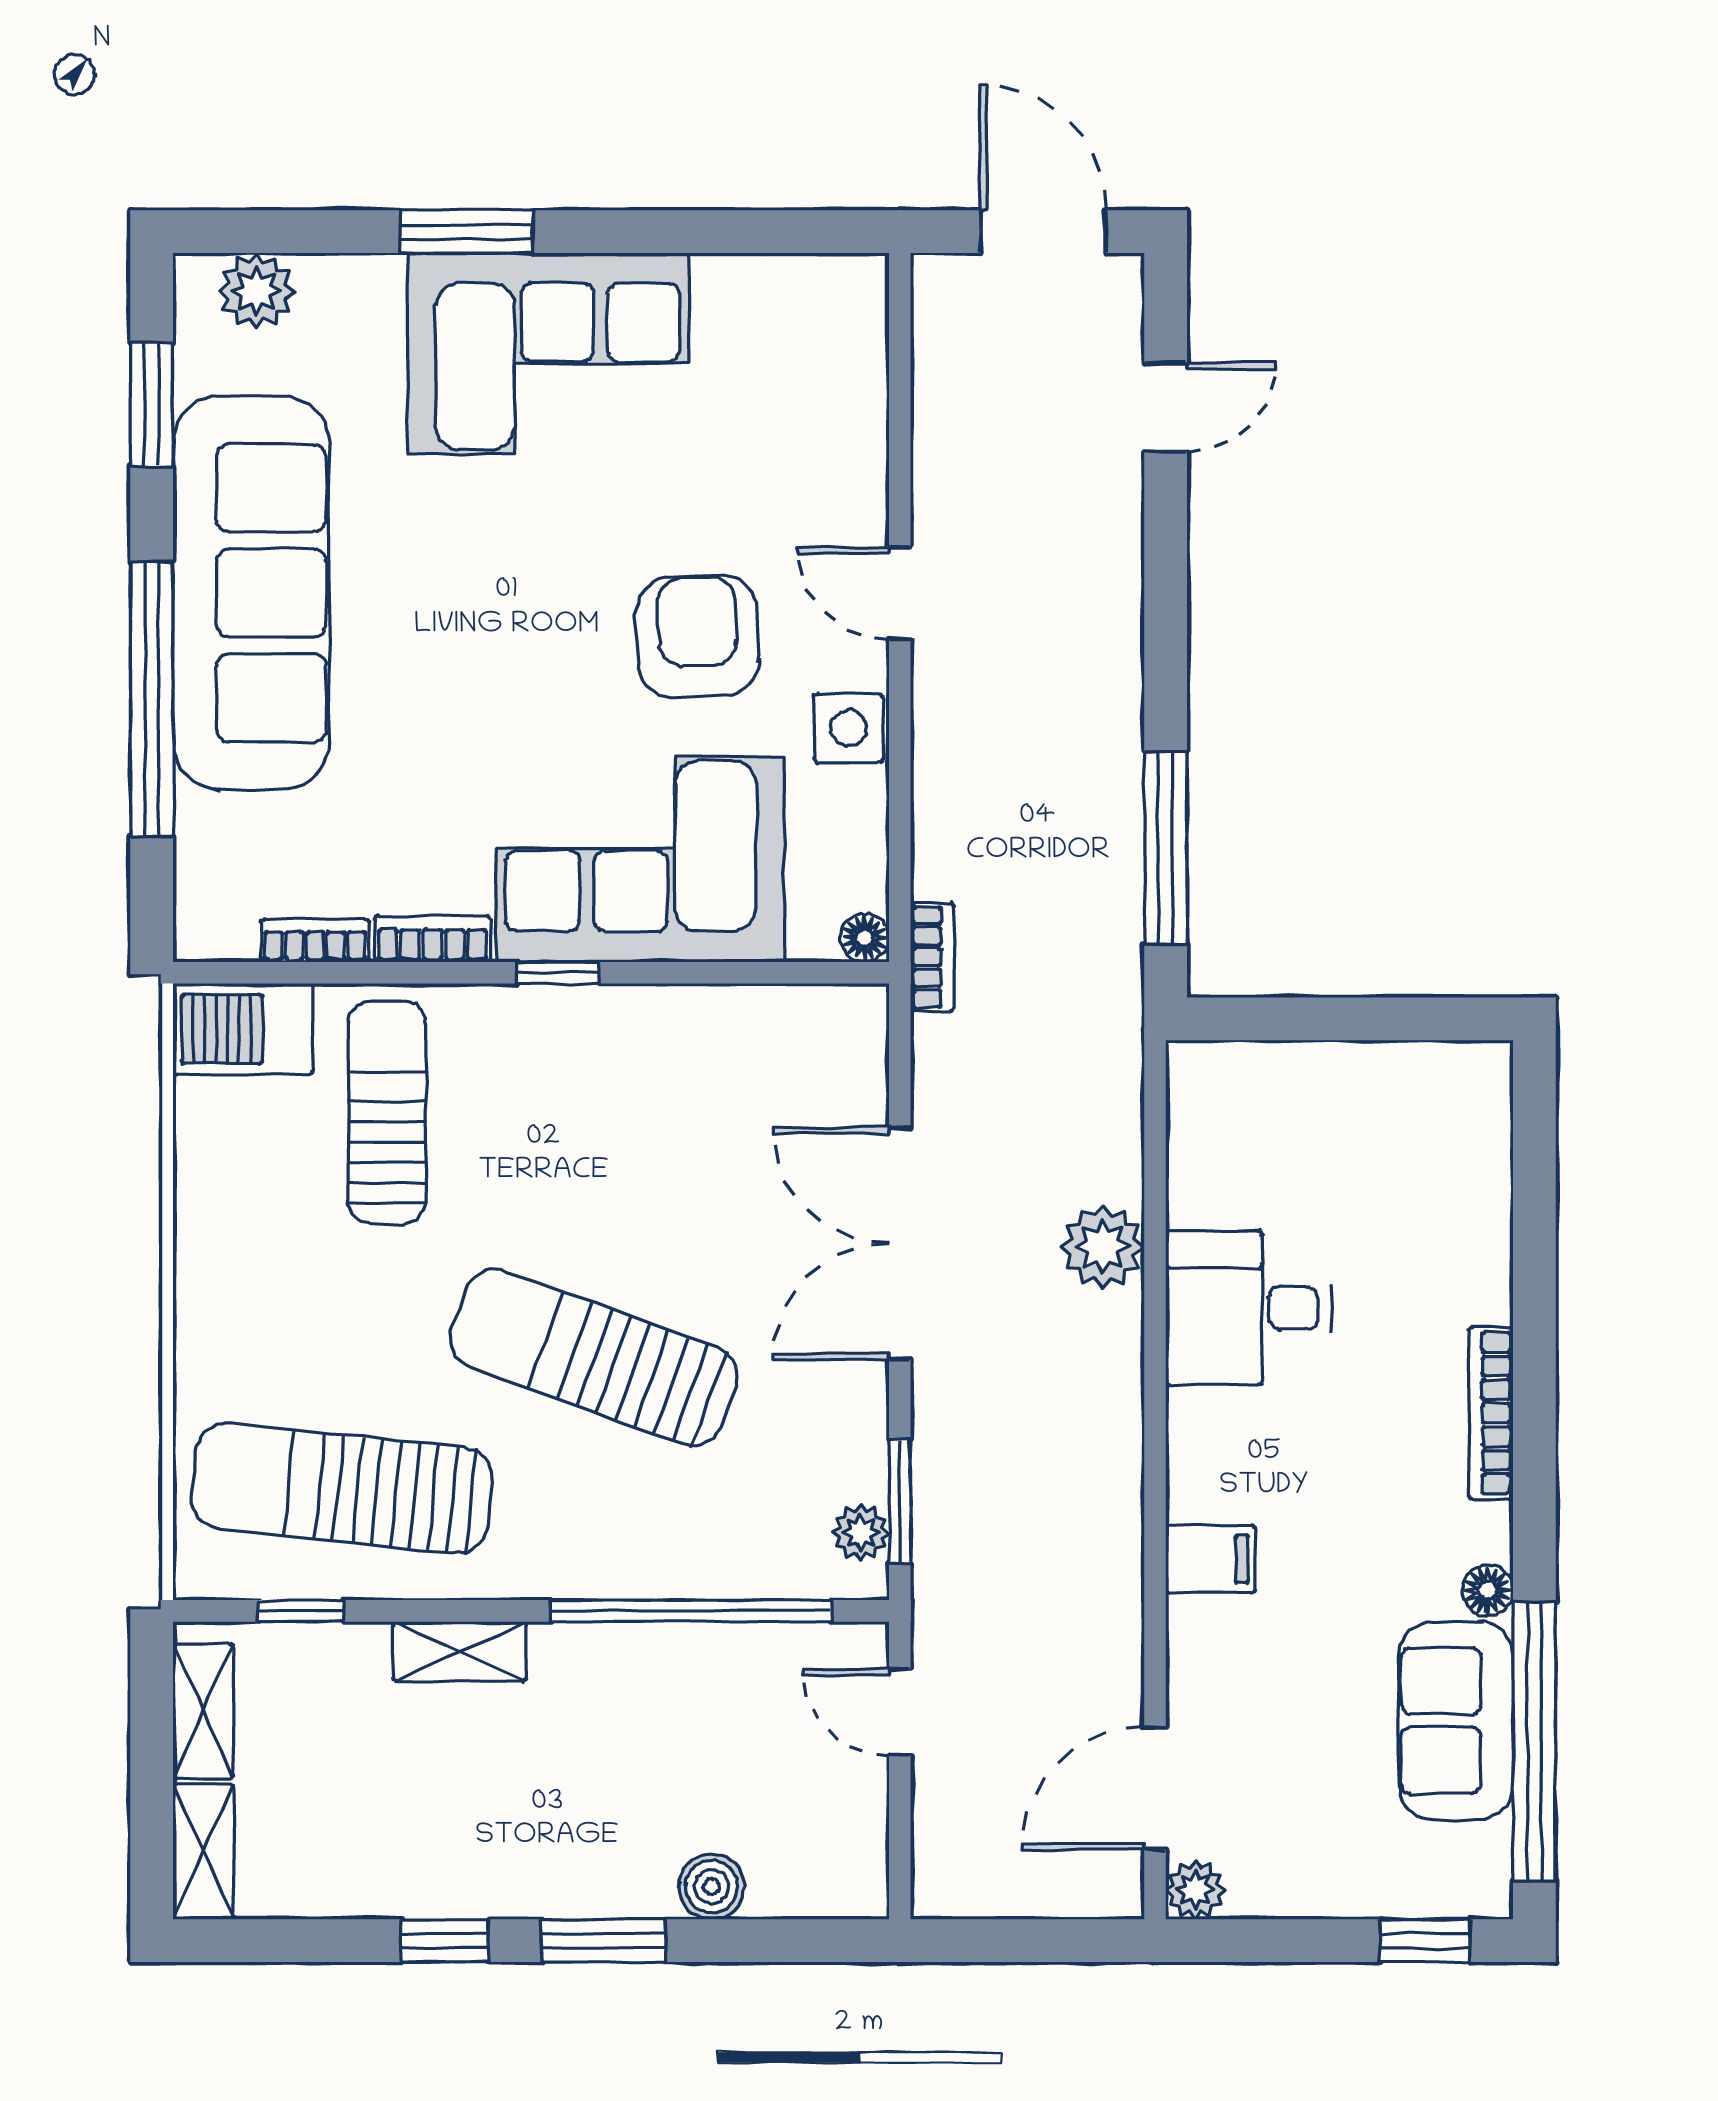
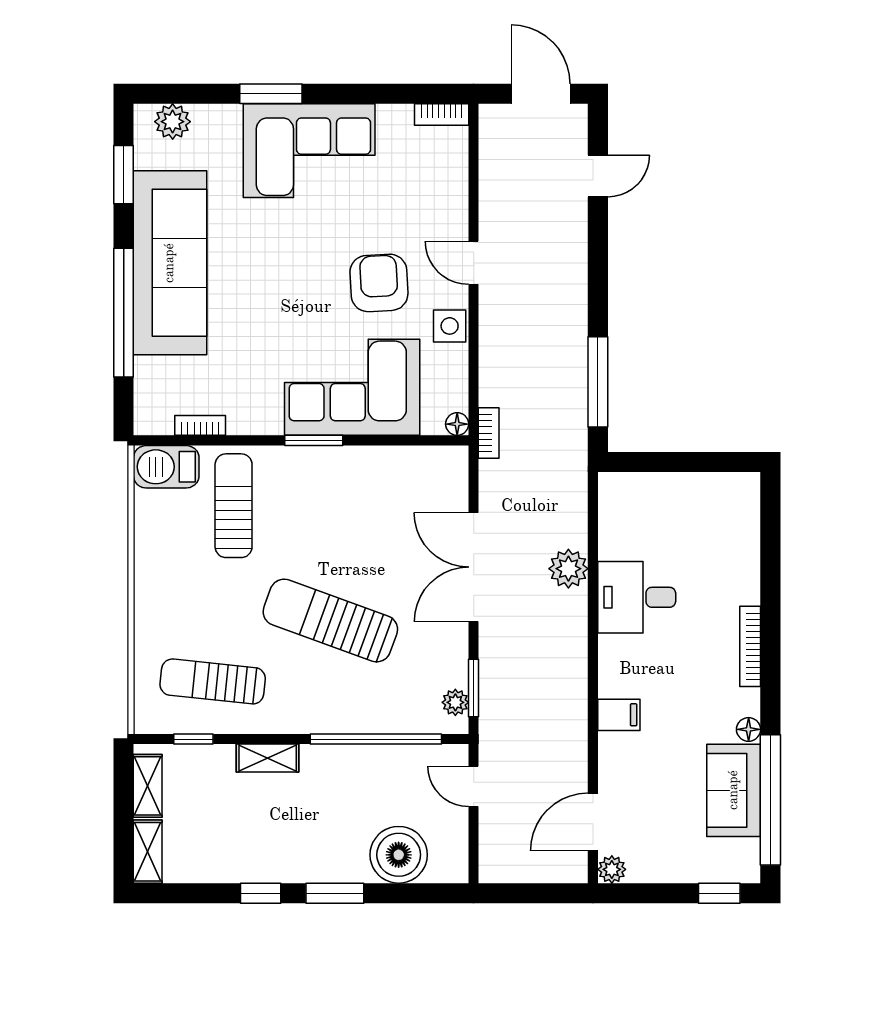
bookcase: (433, 939) -> (442, 115), moved, turned 180
window: (558, 973) -> (314, 440), width x1.50
sun lounger: (342, 1488) -> (213, 681), width x0.73, depth x0.75
boiler: (711, 1887) -> (399, 855), width x1.86, depth x1.86

